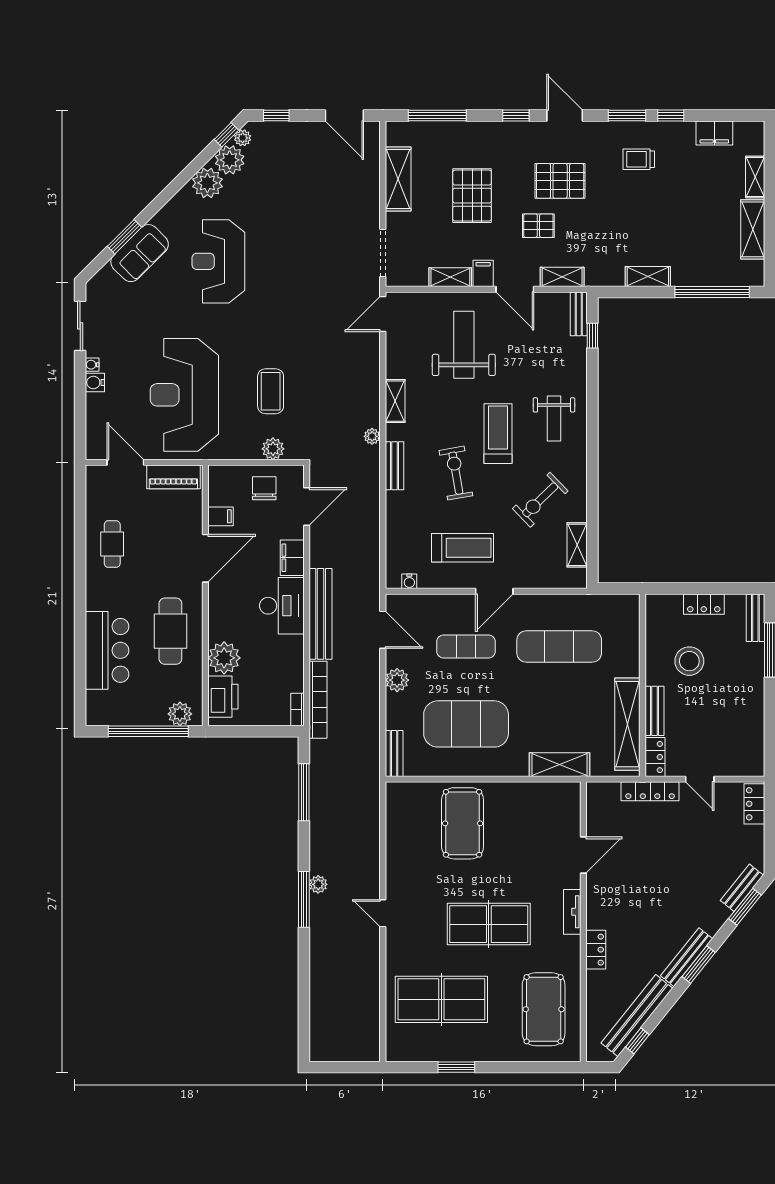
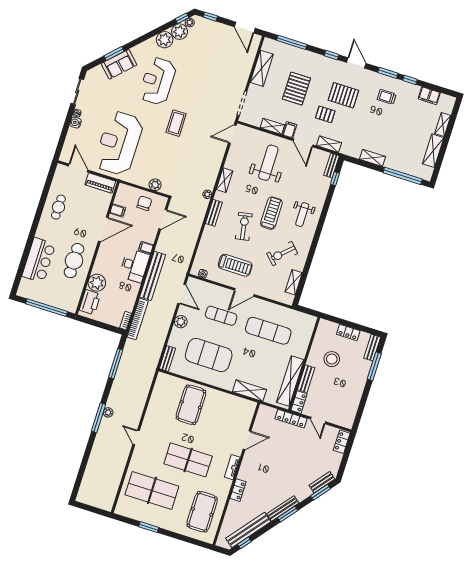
coffee table: (271, 391) -> (176, 123), moved
filing cabinet: (292, 558) -> (146, 247), width x0.50
plant: (180, 714) -> (65, 304), removed

